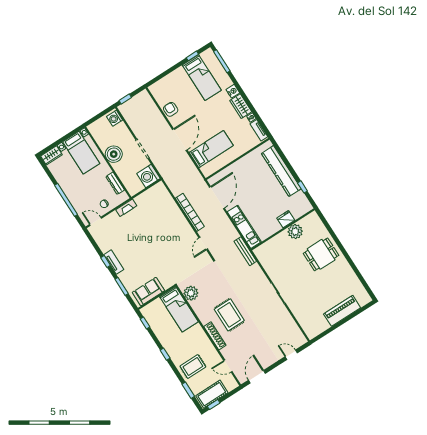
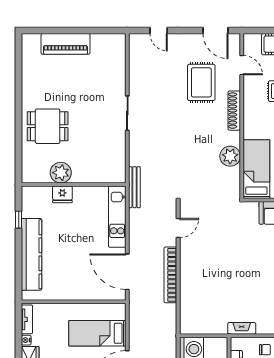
door: (217, 198) -> (127, 272), hinge flipped
plant: (191, 293) -> (230, 156), moved
rug: (229, 315) -> (201, 82), moved
door: (257, 377) -> (216, 31), hinge flipped

